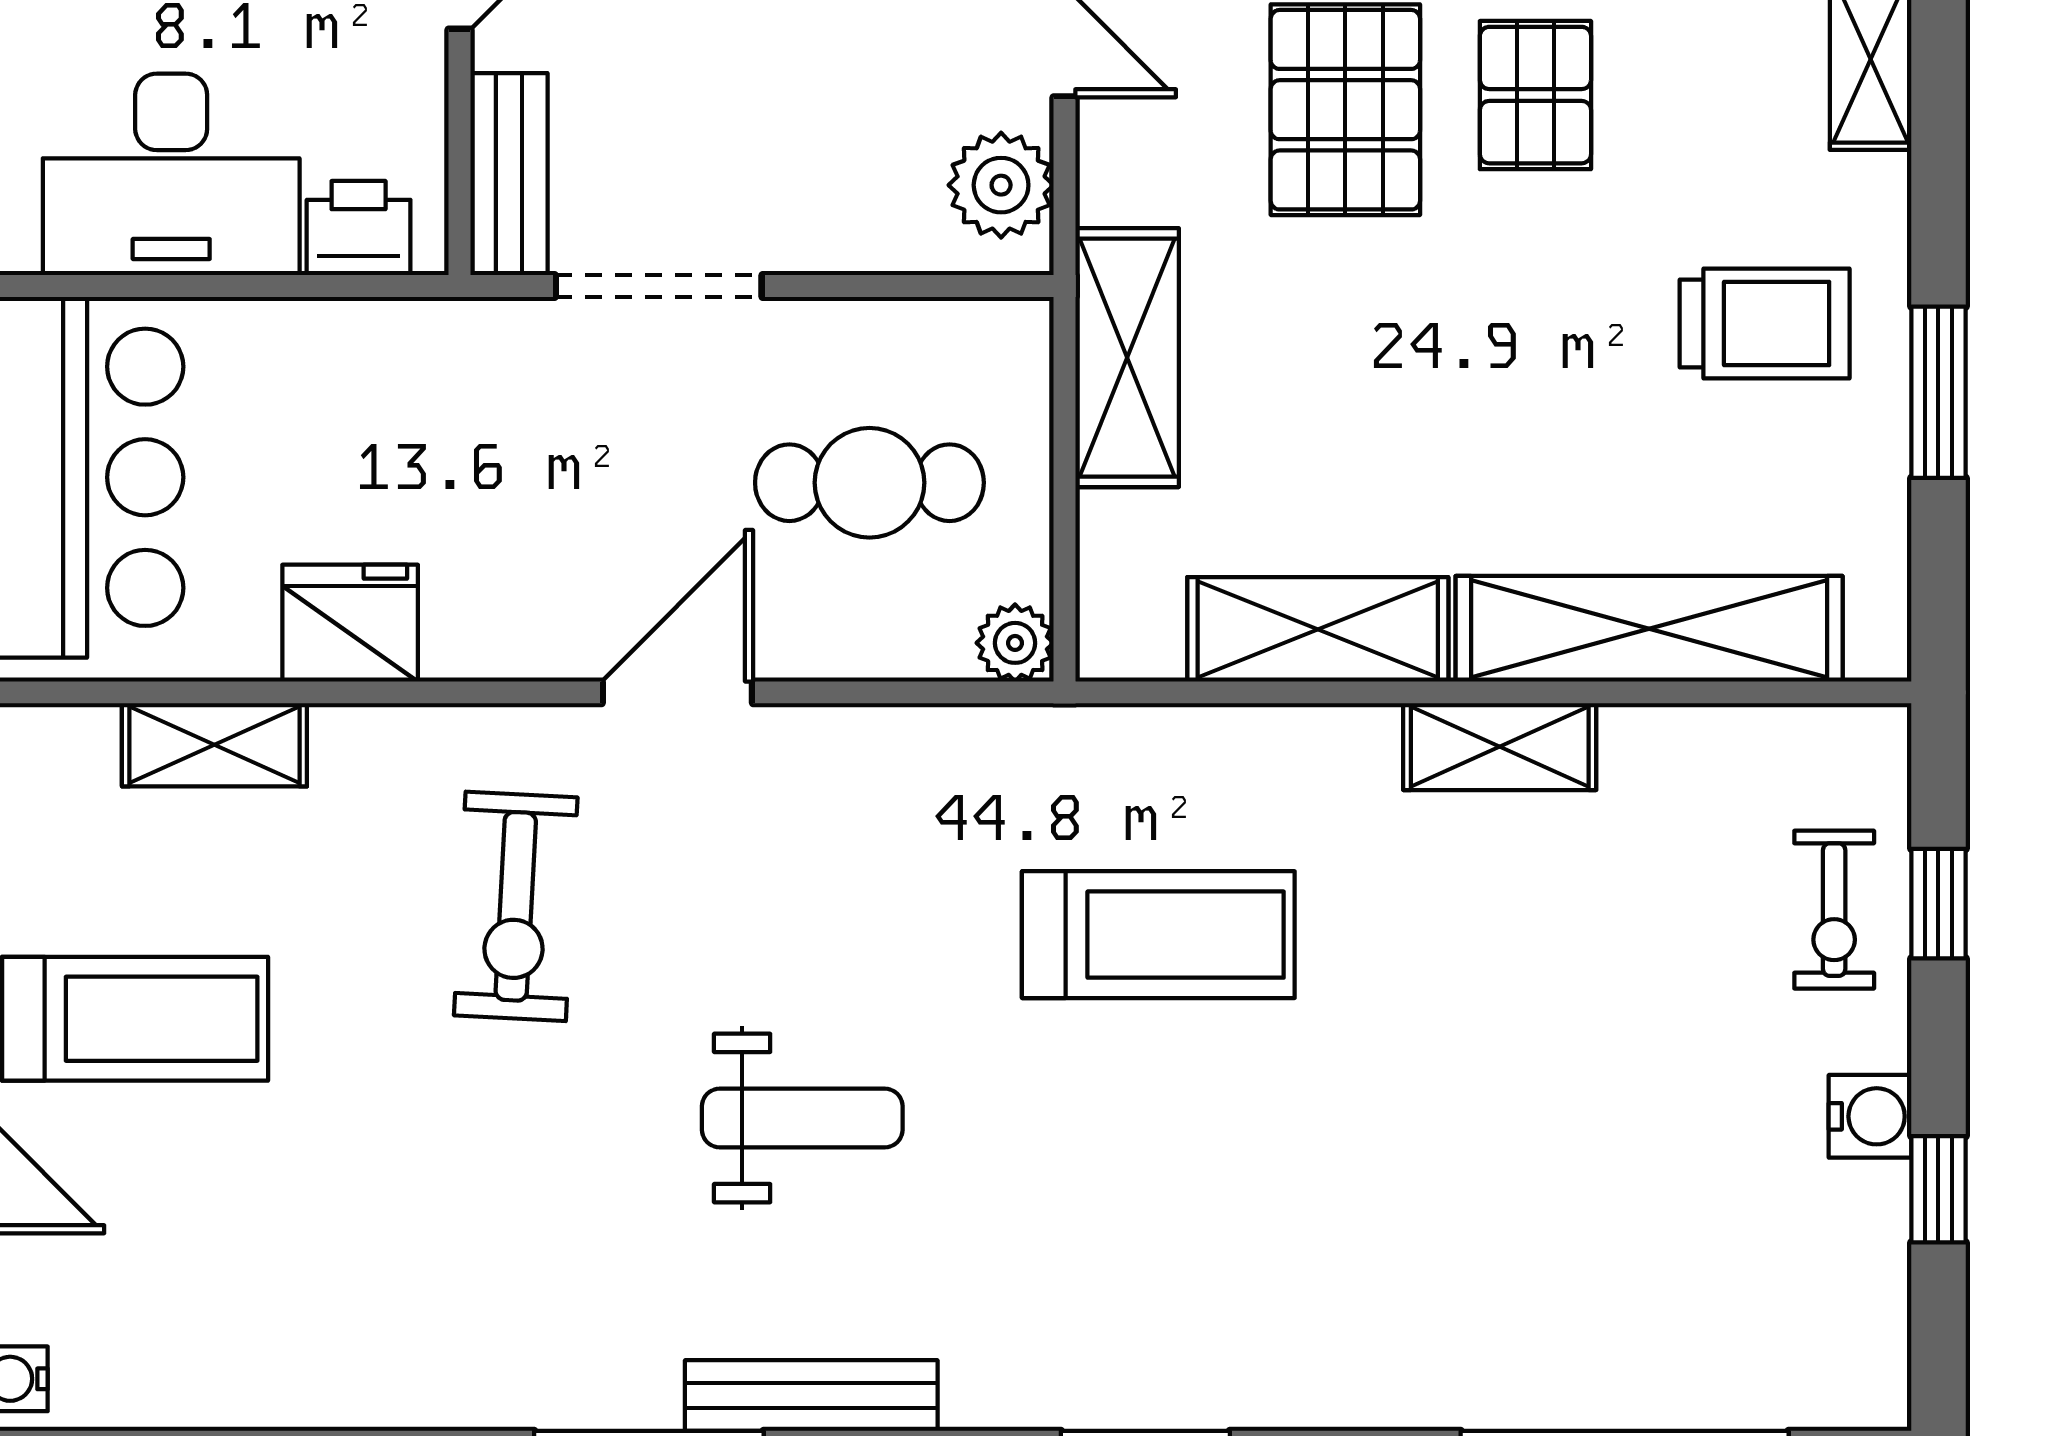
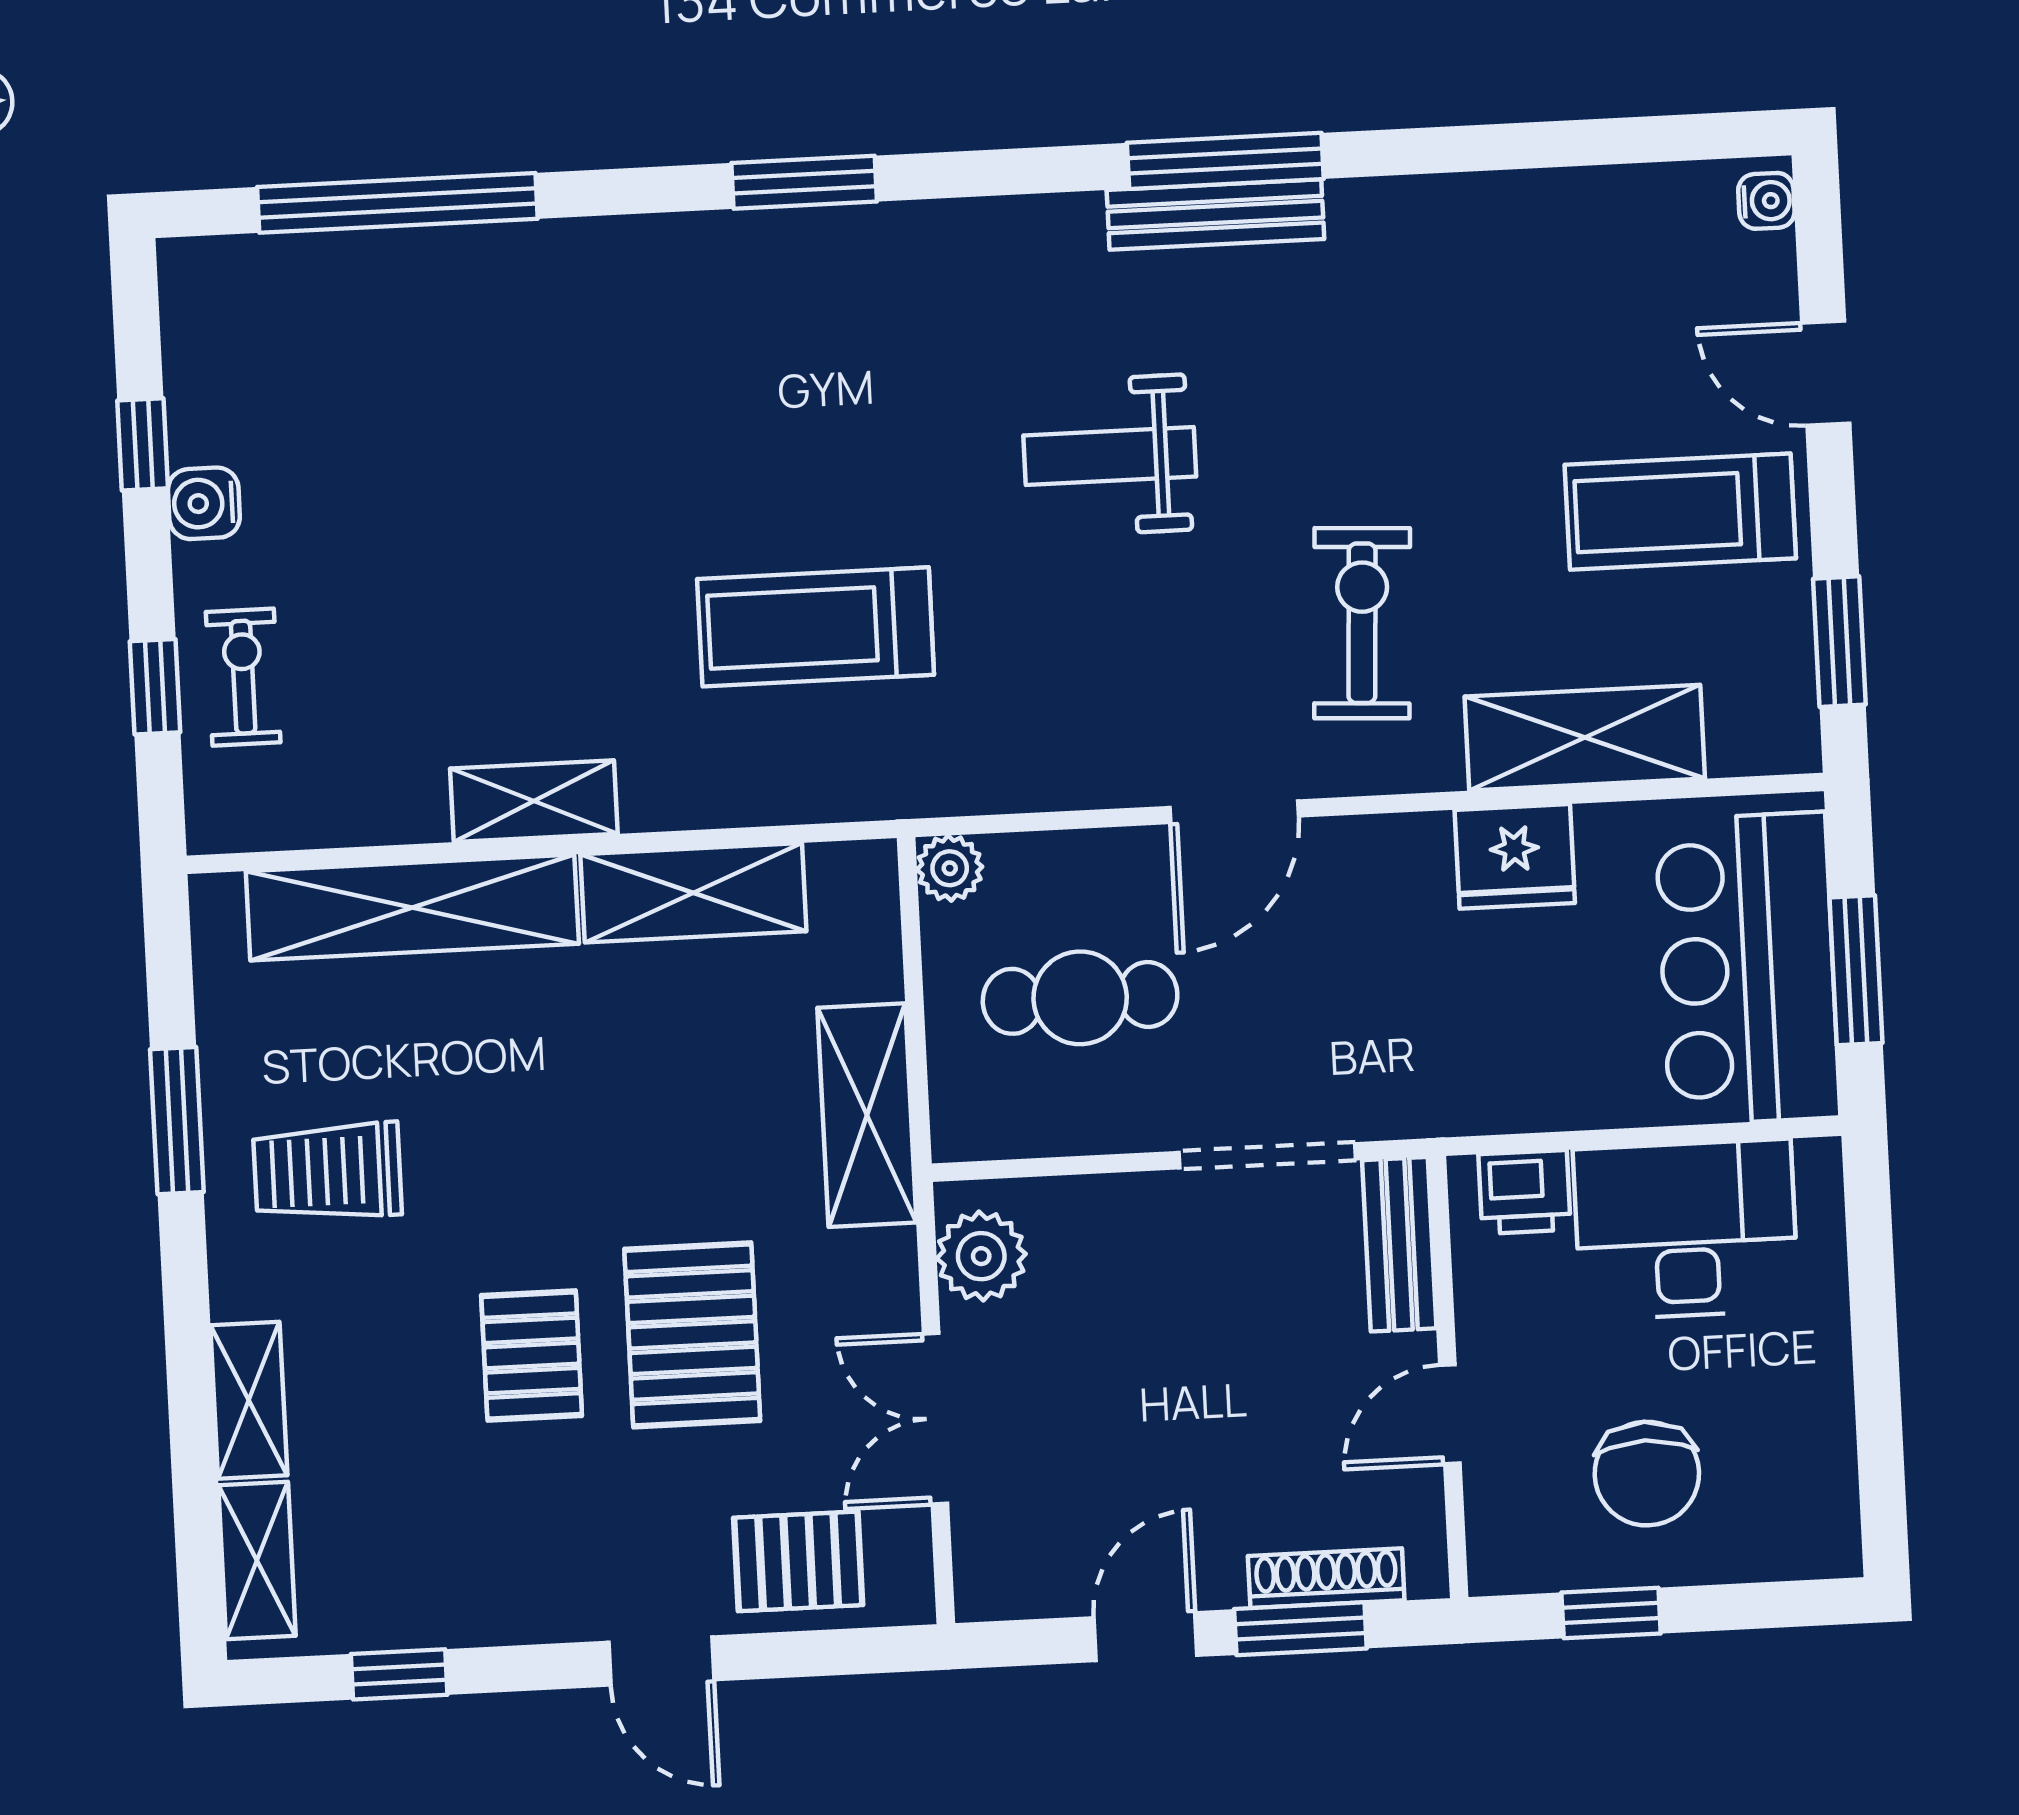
shelving: (214, 745) -> (1585, 738), width x1.50, depth x1.33
bench: (811, 1396) -> (1215, 215), moved

